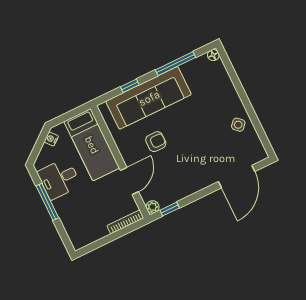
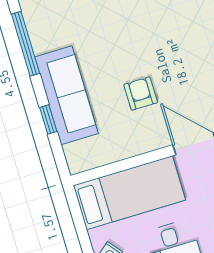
sofa: (149, 98) -> (66, 95), width x0.74, depth x0.79

